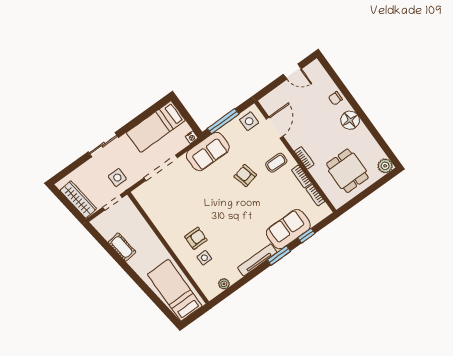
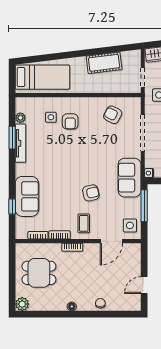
floor lamp: (350, 120) -> (72, 306), width x0.53, depth x0.53
door: (274, 128) -> (111, 241), hinge flipped
armchair: (164, 205) -> (113, 115), added
cot: (122, 247) -> (104, 63), width x1.37, depth x1.34
window: (279, 255) -> (12, 138), moved
tv unit: (257, 260) -> (20, 143), moved

